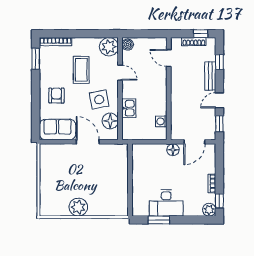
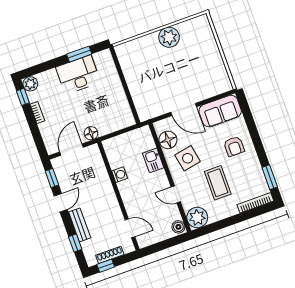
washing machine: (161, 121) -> (120, 175), moved

